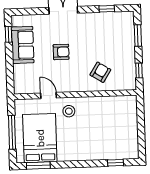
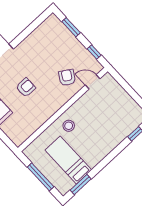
window: (107, 9) -> (32, 27), removed
door: (48, 96) -> (93, 82), moved
bed: (40, 138) -> (68, 160), width x0.67

